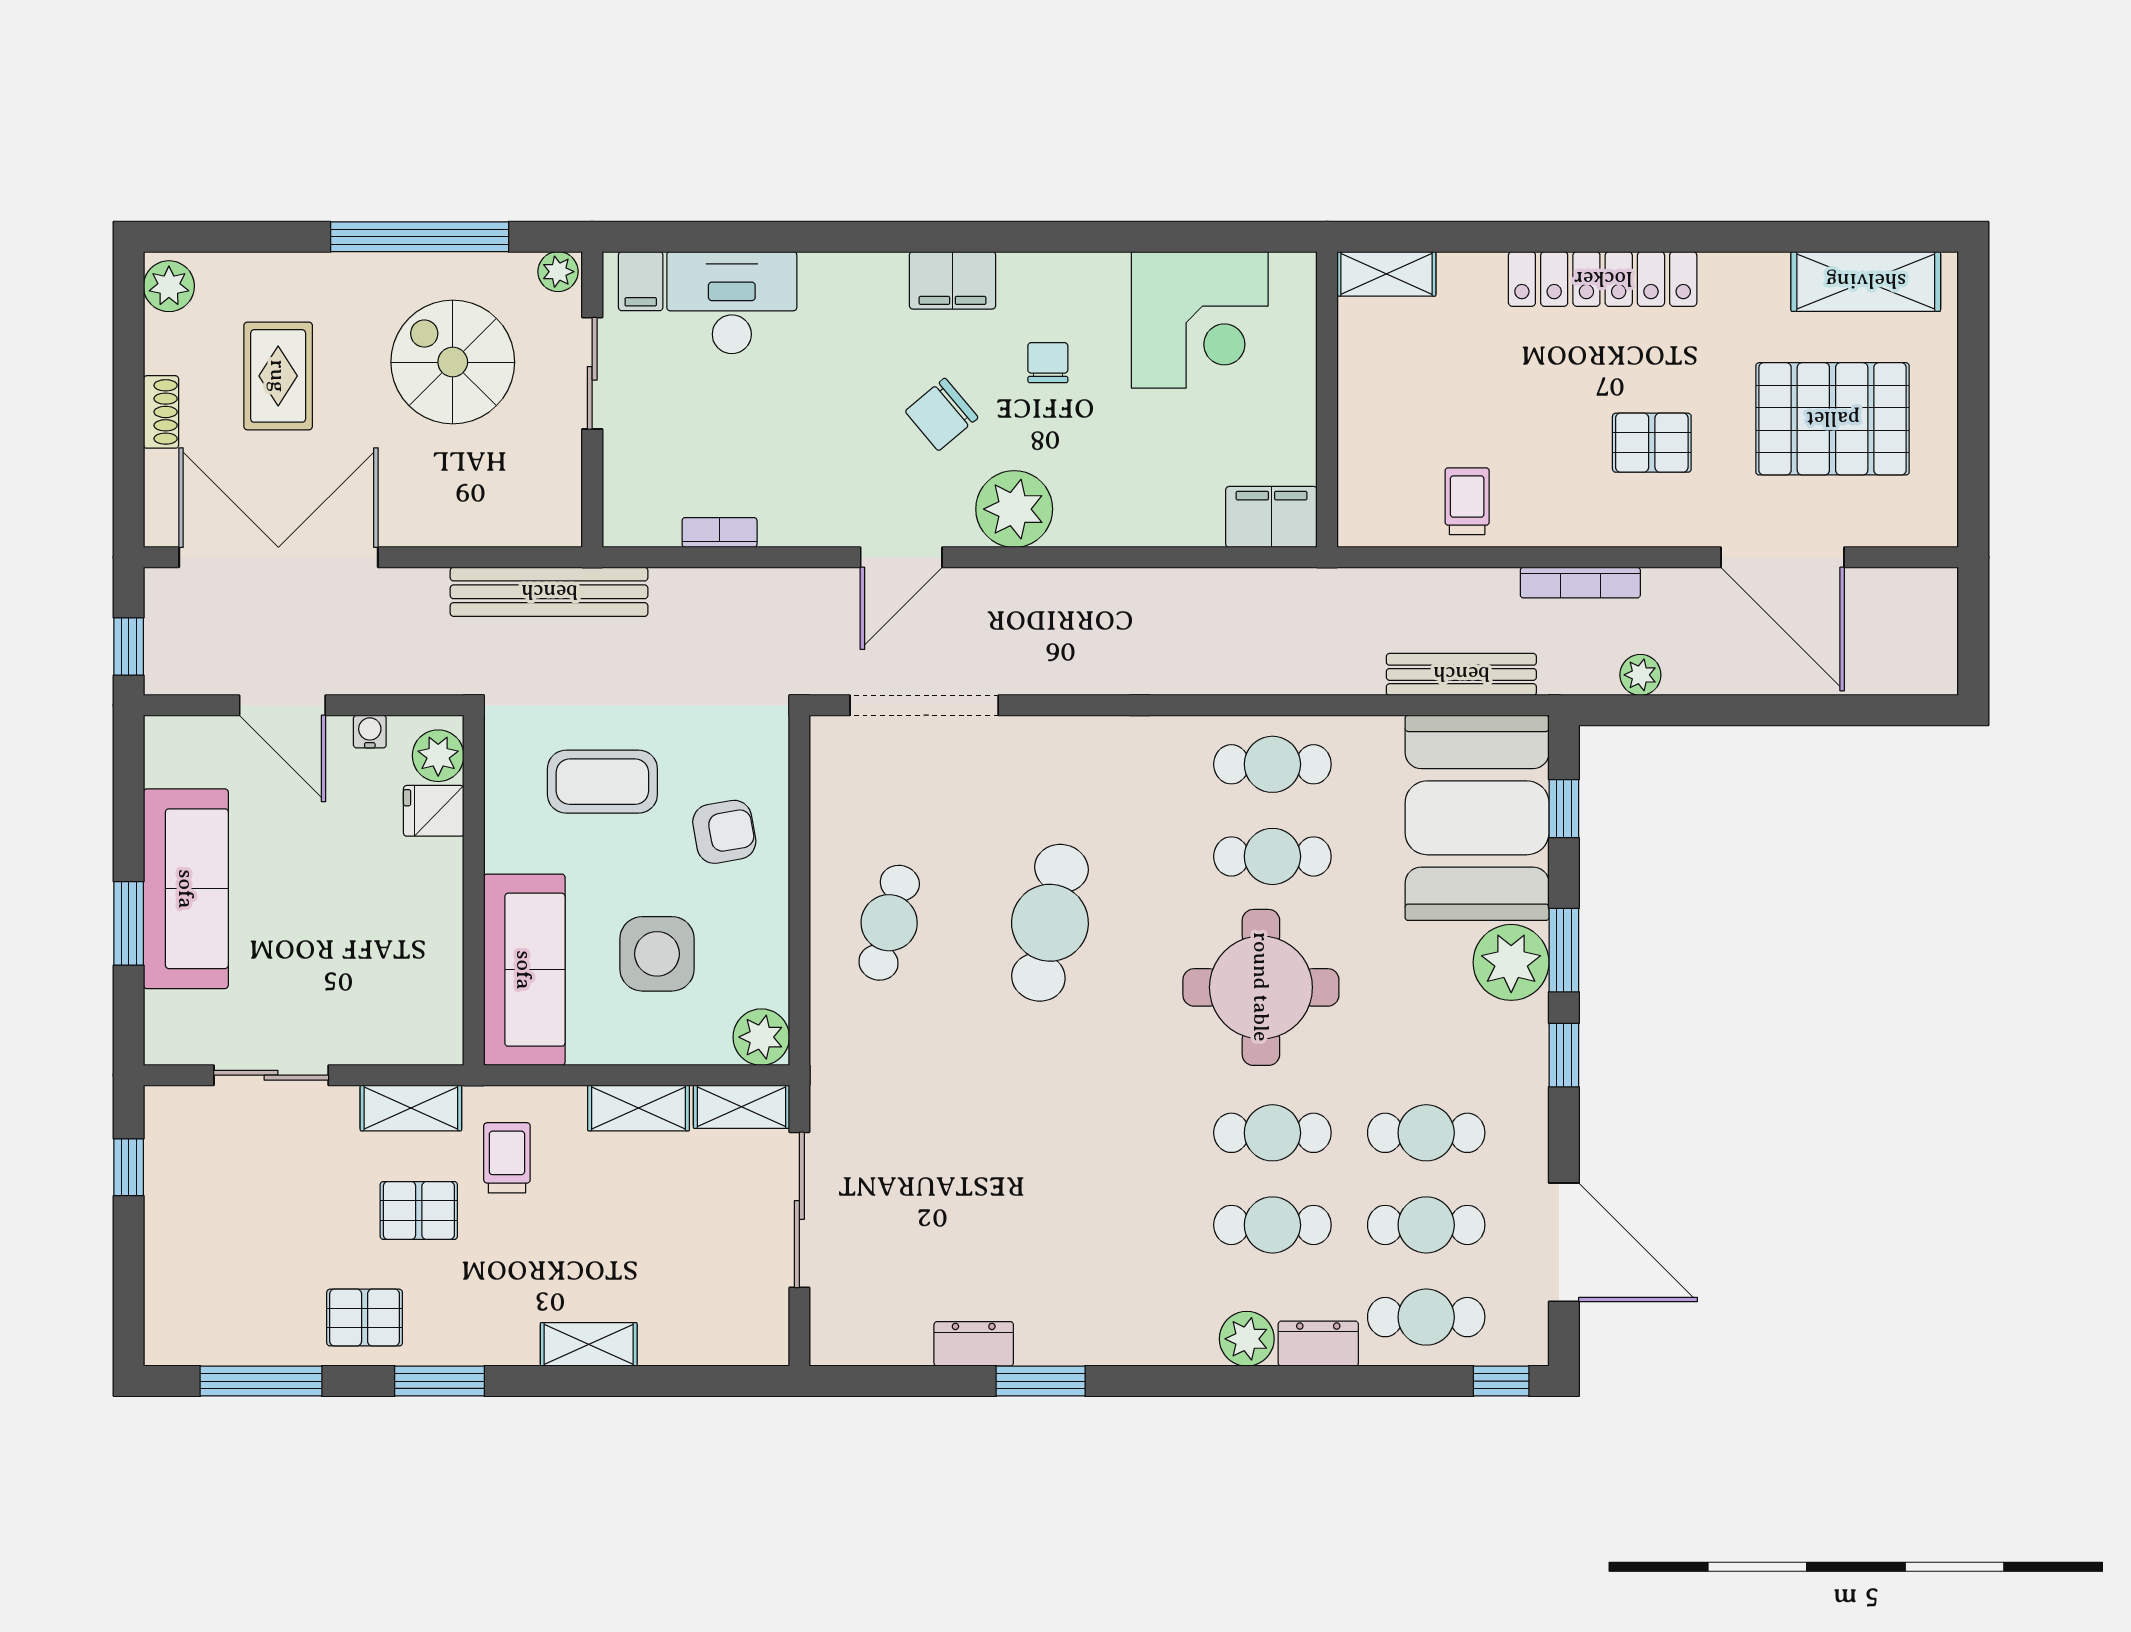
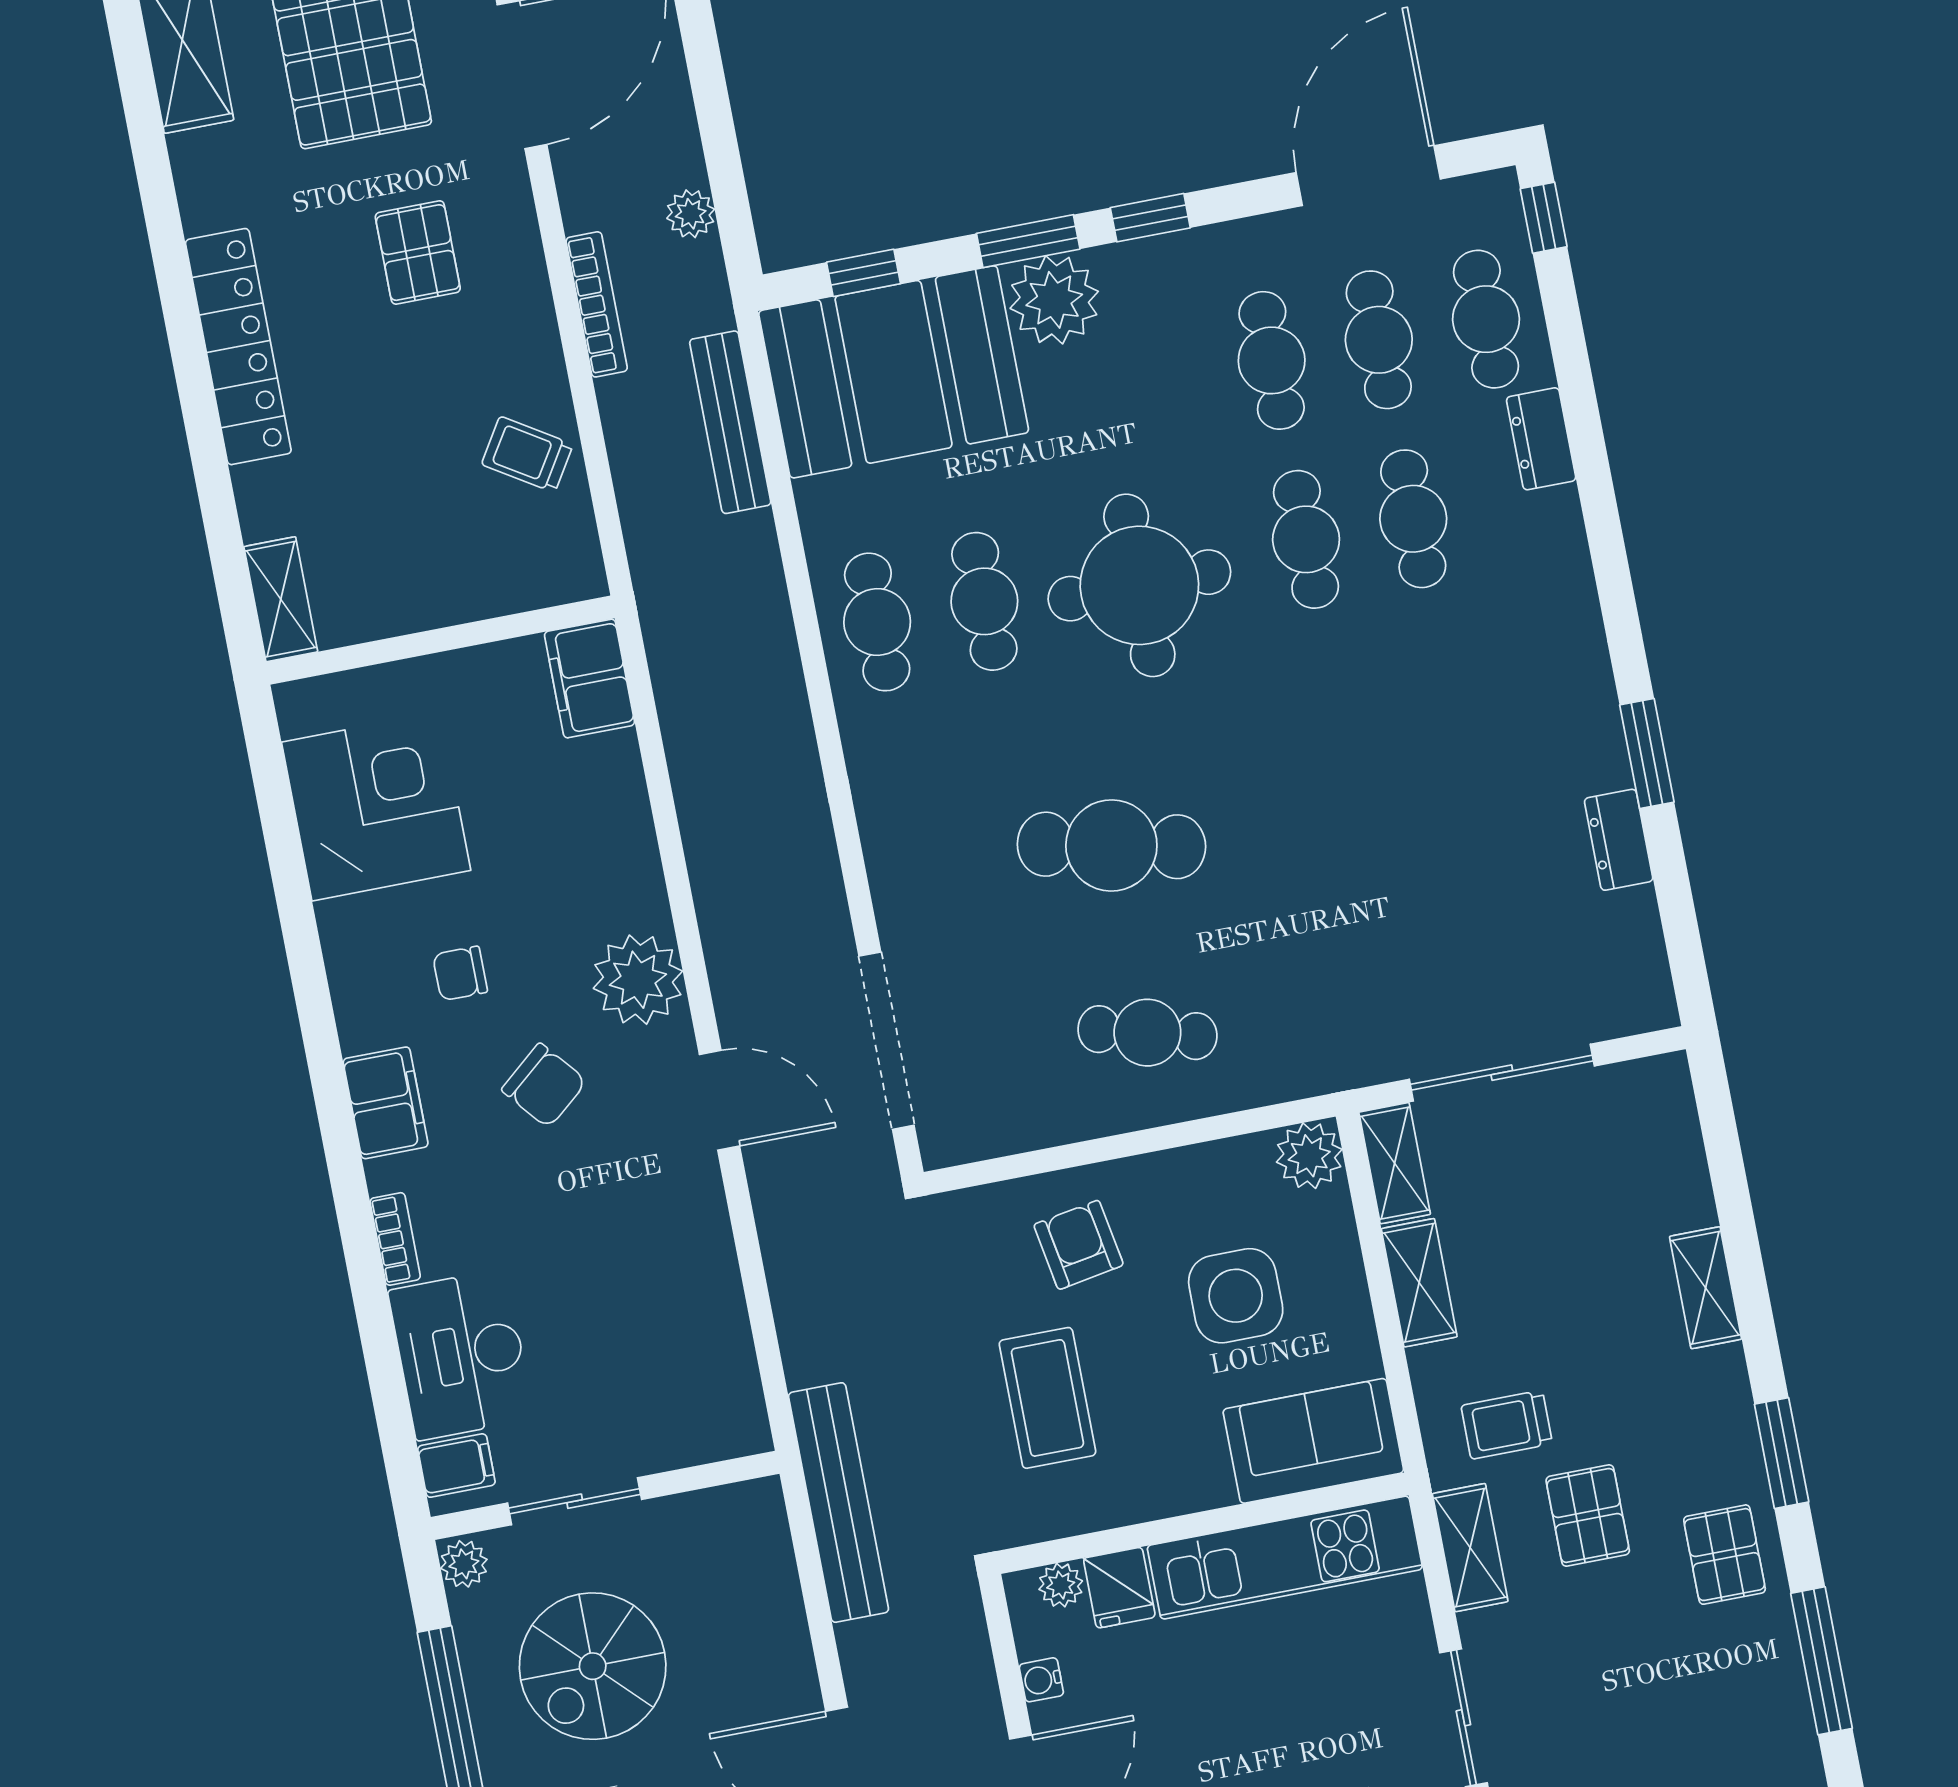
trolley: (1467, 501) -> (527, 454), turned 32
bookcase: (720, 532) -> (395, 1239), moved, turned 180
plant: (438, 756) -> (1061, 1585), width x0.73, depth x0.73
kitchen unit: (432, 953) -> (1285, 1558), added
sofa: (524, 970) -> (1313, 1441), width x0.73
plant: (1247, 1339) -> (1552, 523), removed

